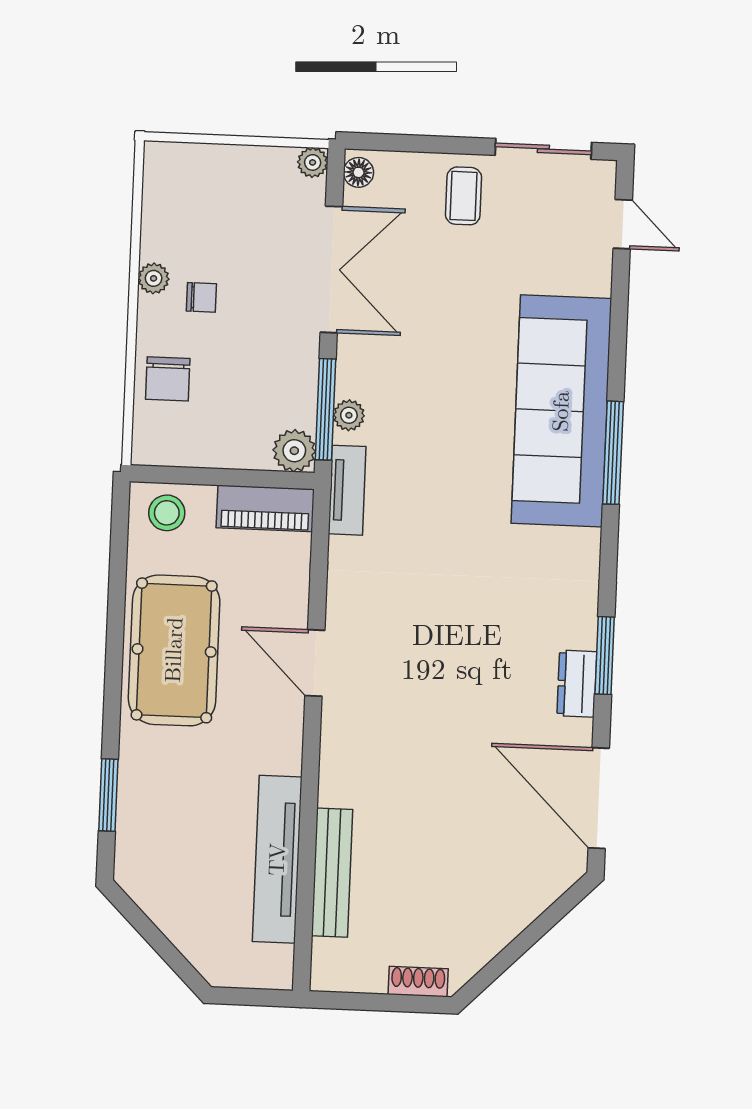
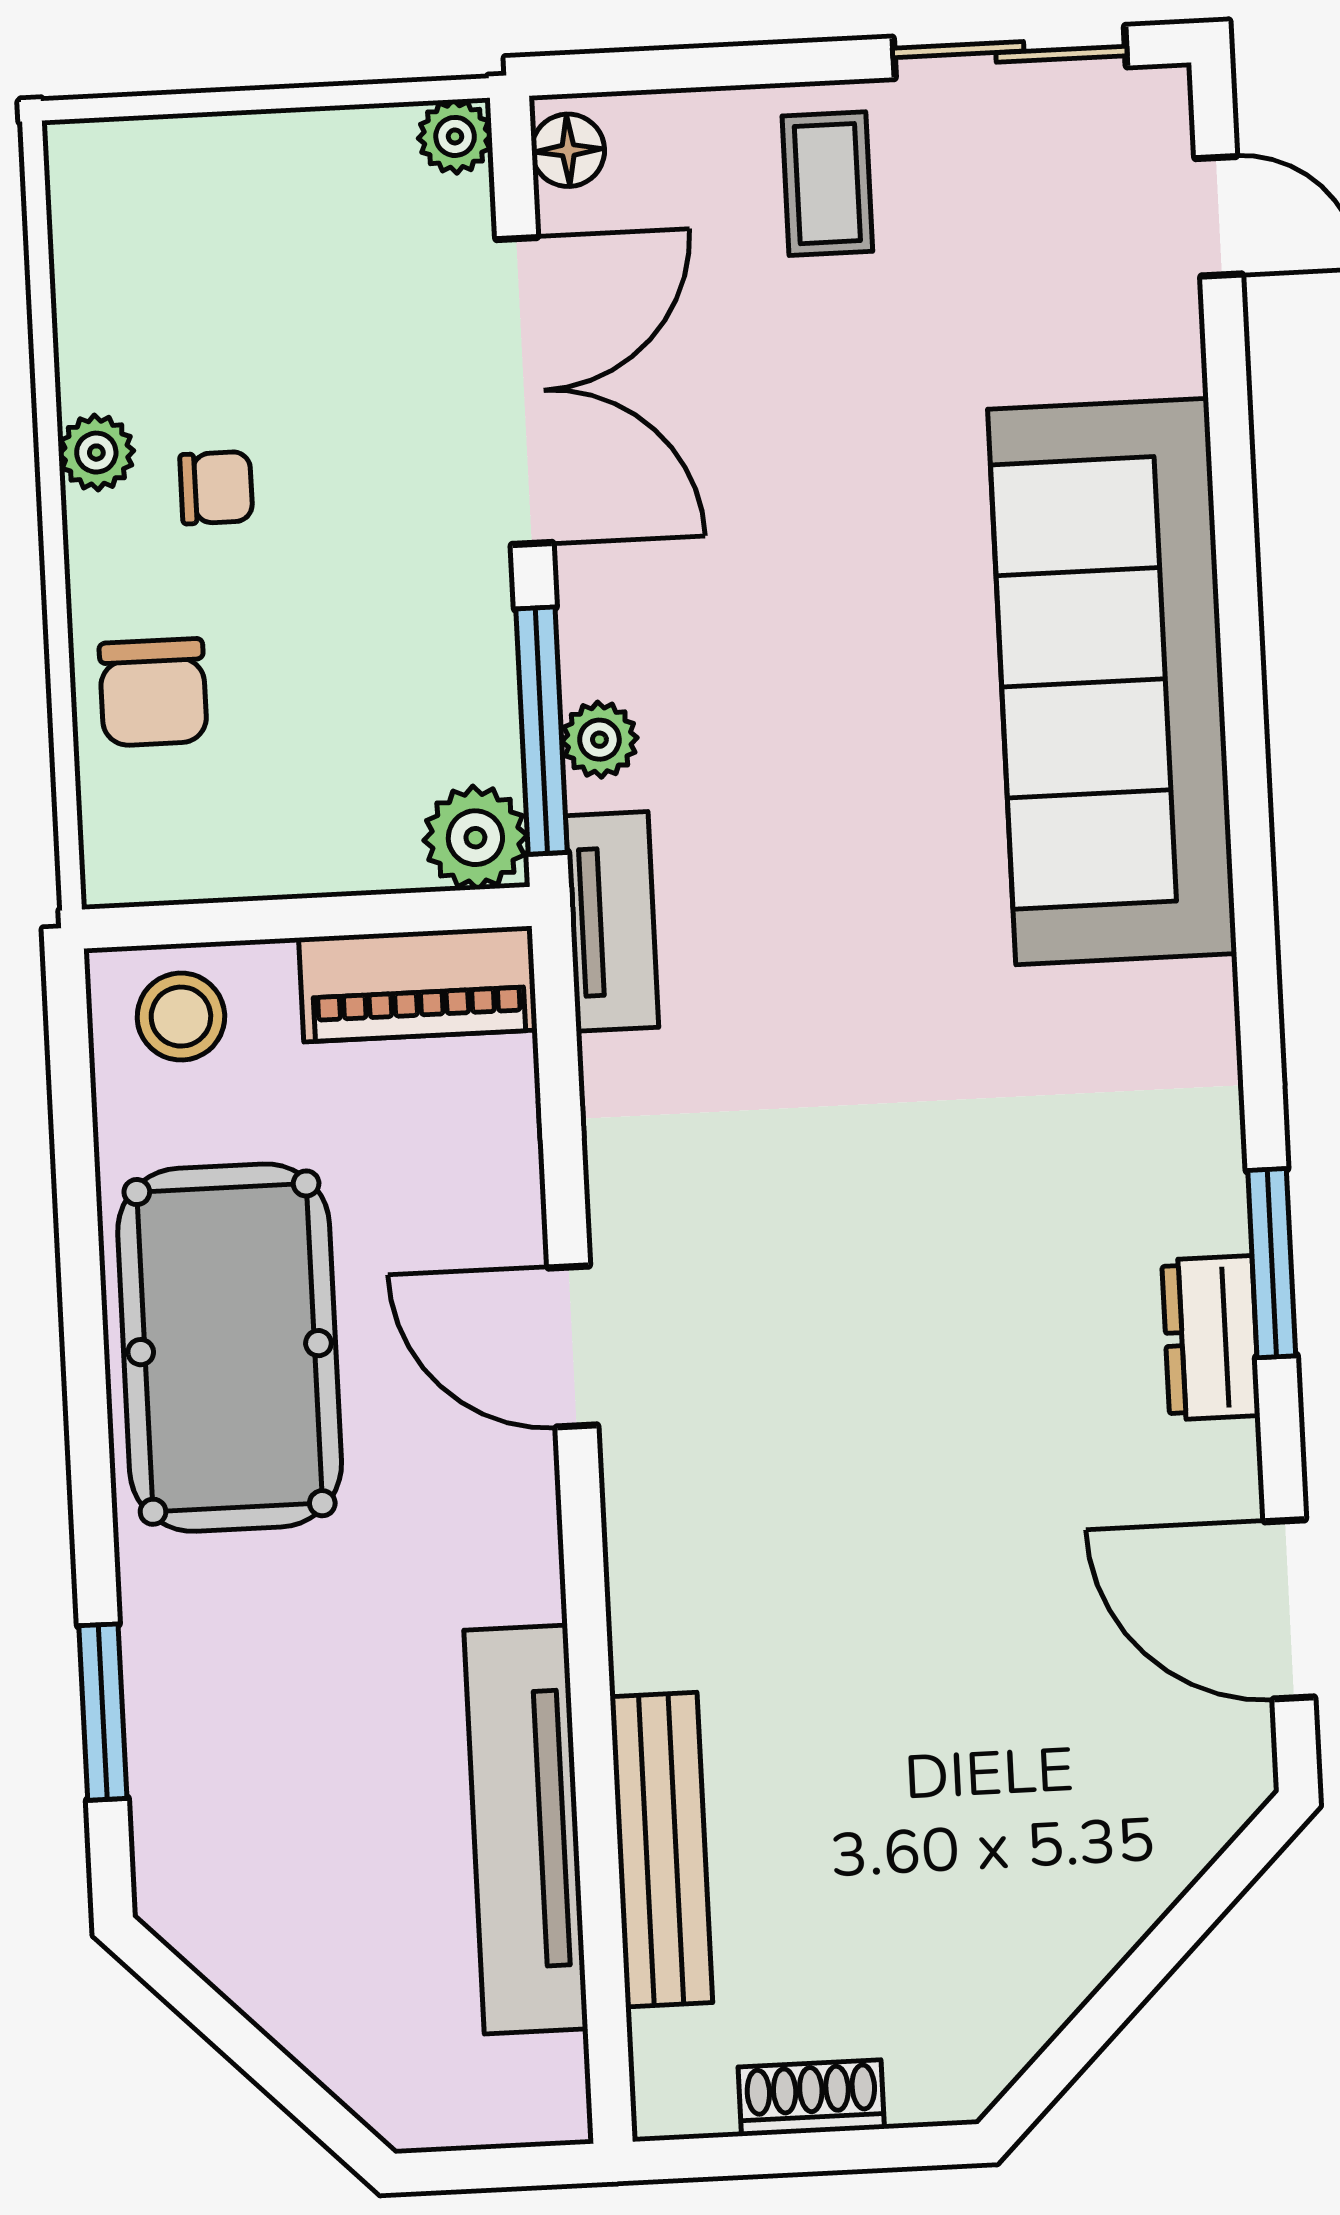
window: (613, 453) -> (1247, 771), removed
door: (599, 798) -> (1289, 1609), width x0.73
shoe rack: (418, 982) -> (811, 2098), moved

